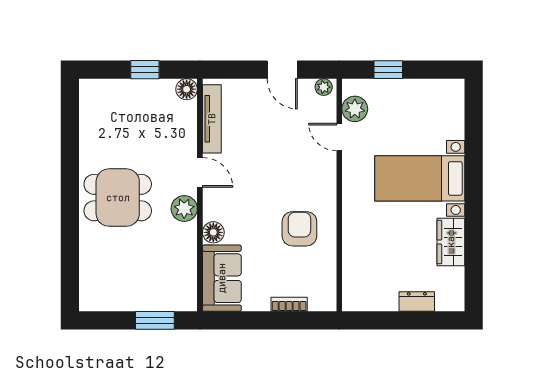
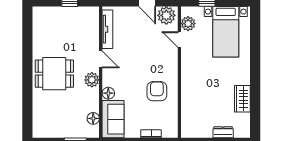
plant: (324, 87) -> (166, 15), width x1.88, depth x1.88
floor lamp: (187, 89) -> (93, 118), moved
bed with nightstands: (420, 178) -> (226, 32), moved, turned -90

